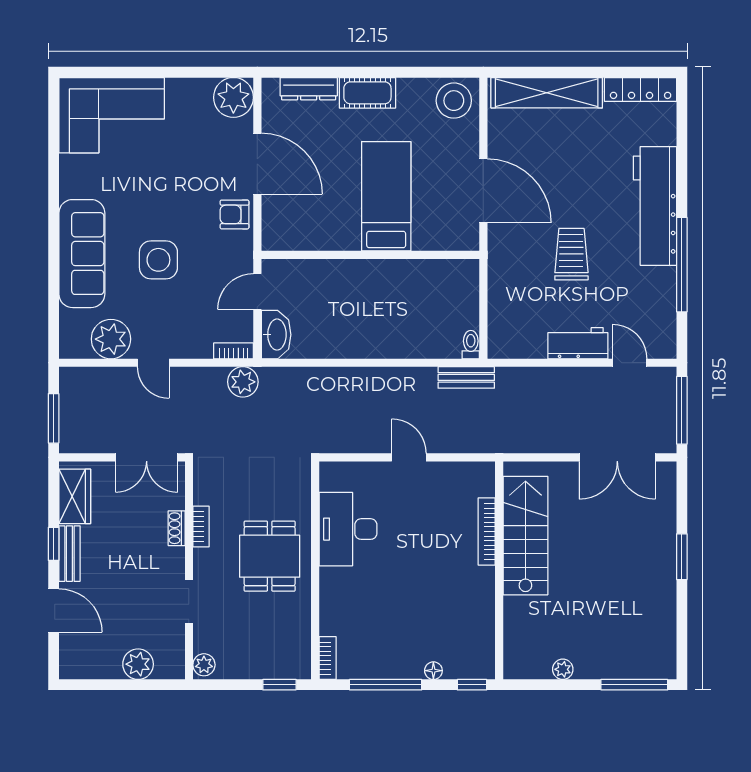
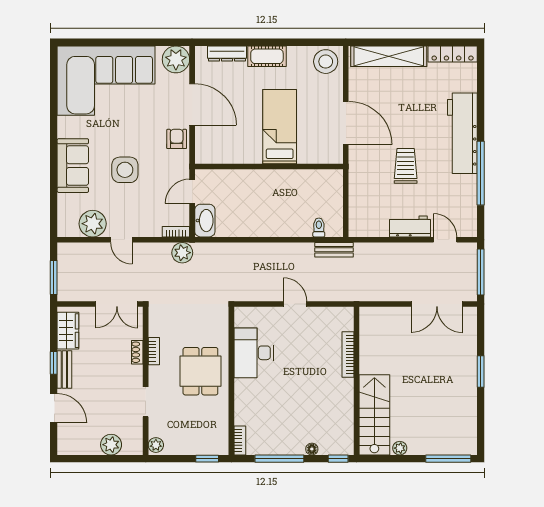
corner sofa: (112, 115) -> (106, 81), width x1.36, depth x1.36
armchair: (235, 214) -> (177, 139), turned 90
sofa: (82, 254) -> (73, 166), width x0.73
toilet: (471, 345) -> (319, 227), moved
stairs: (525, 536) -> (374, 415), moved

